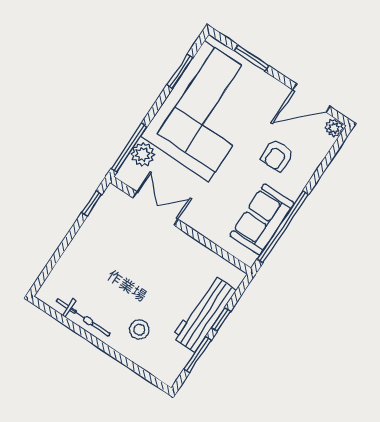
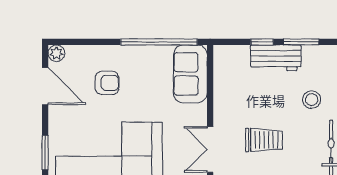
sofa: (262, 219) -> (190, 74), moved, turned 90
trolley: (132, 263) -> (264, 140), added
workbench: (204, 314) -> (276, 58), width x0.73

